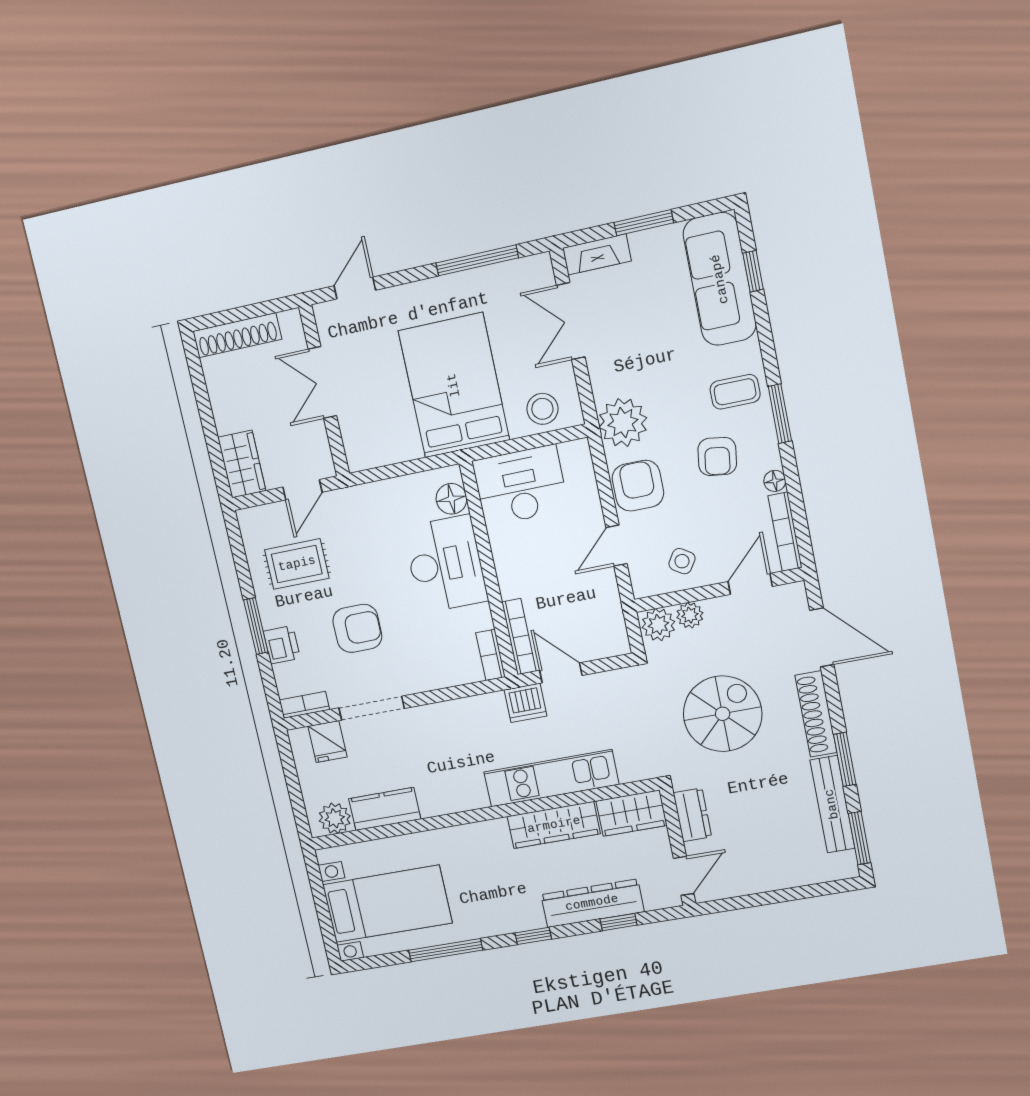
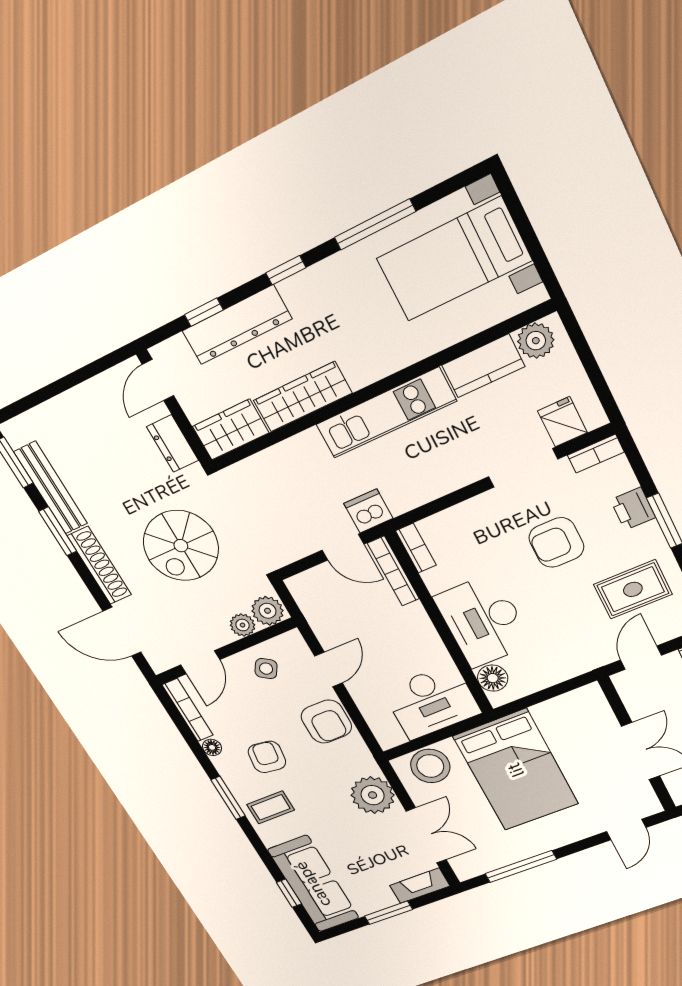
stool: (542, 409) -> (430, 766), width x1.38, depth x1.38
plant: (623, 423) -> (373, 795), moved
kitchen unit: (551, 778) -> (386, 413), moved

